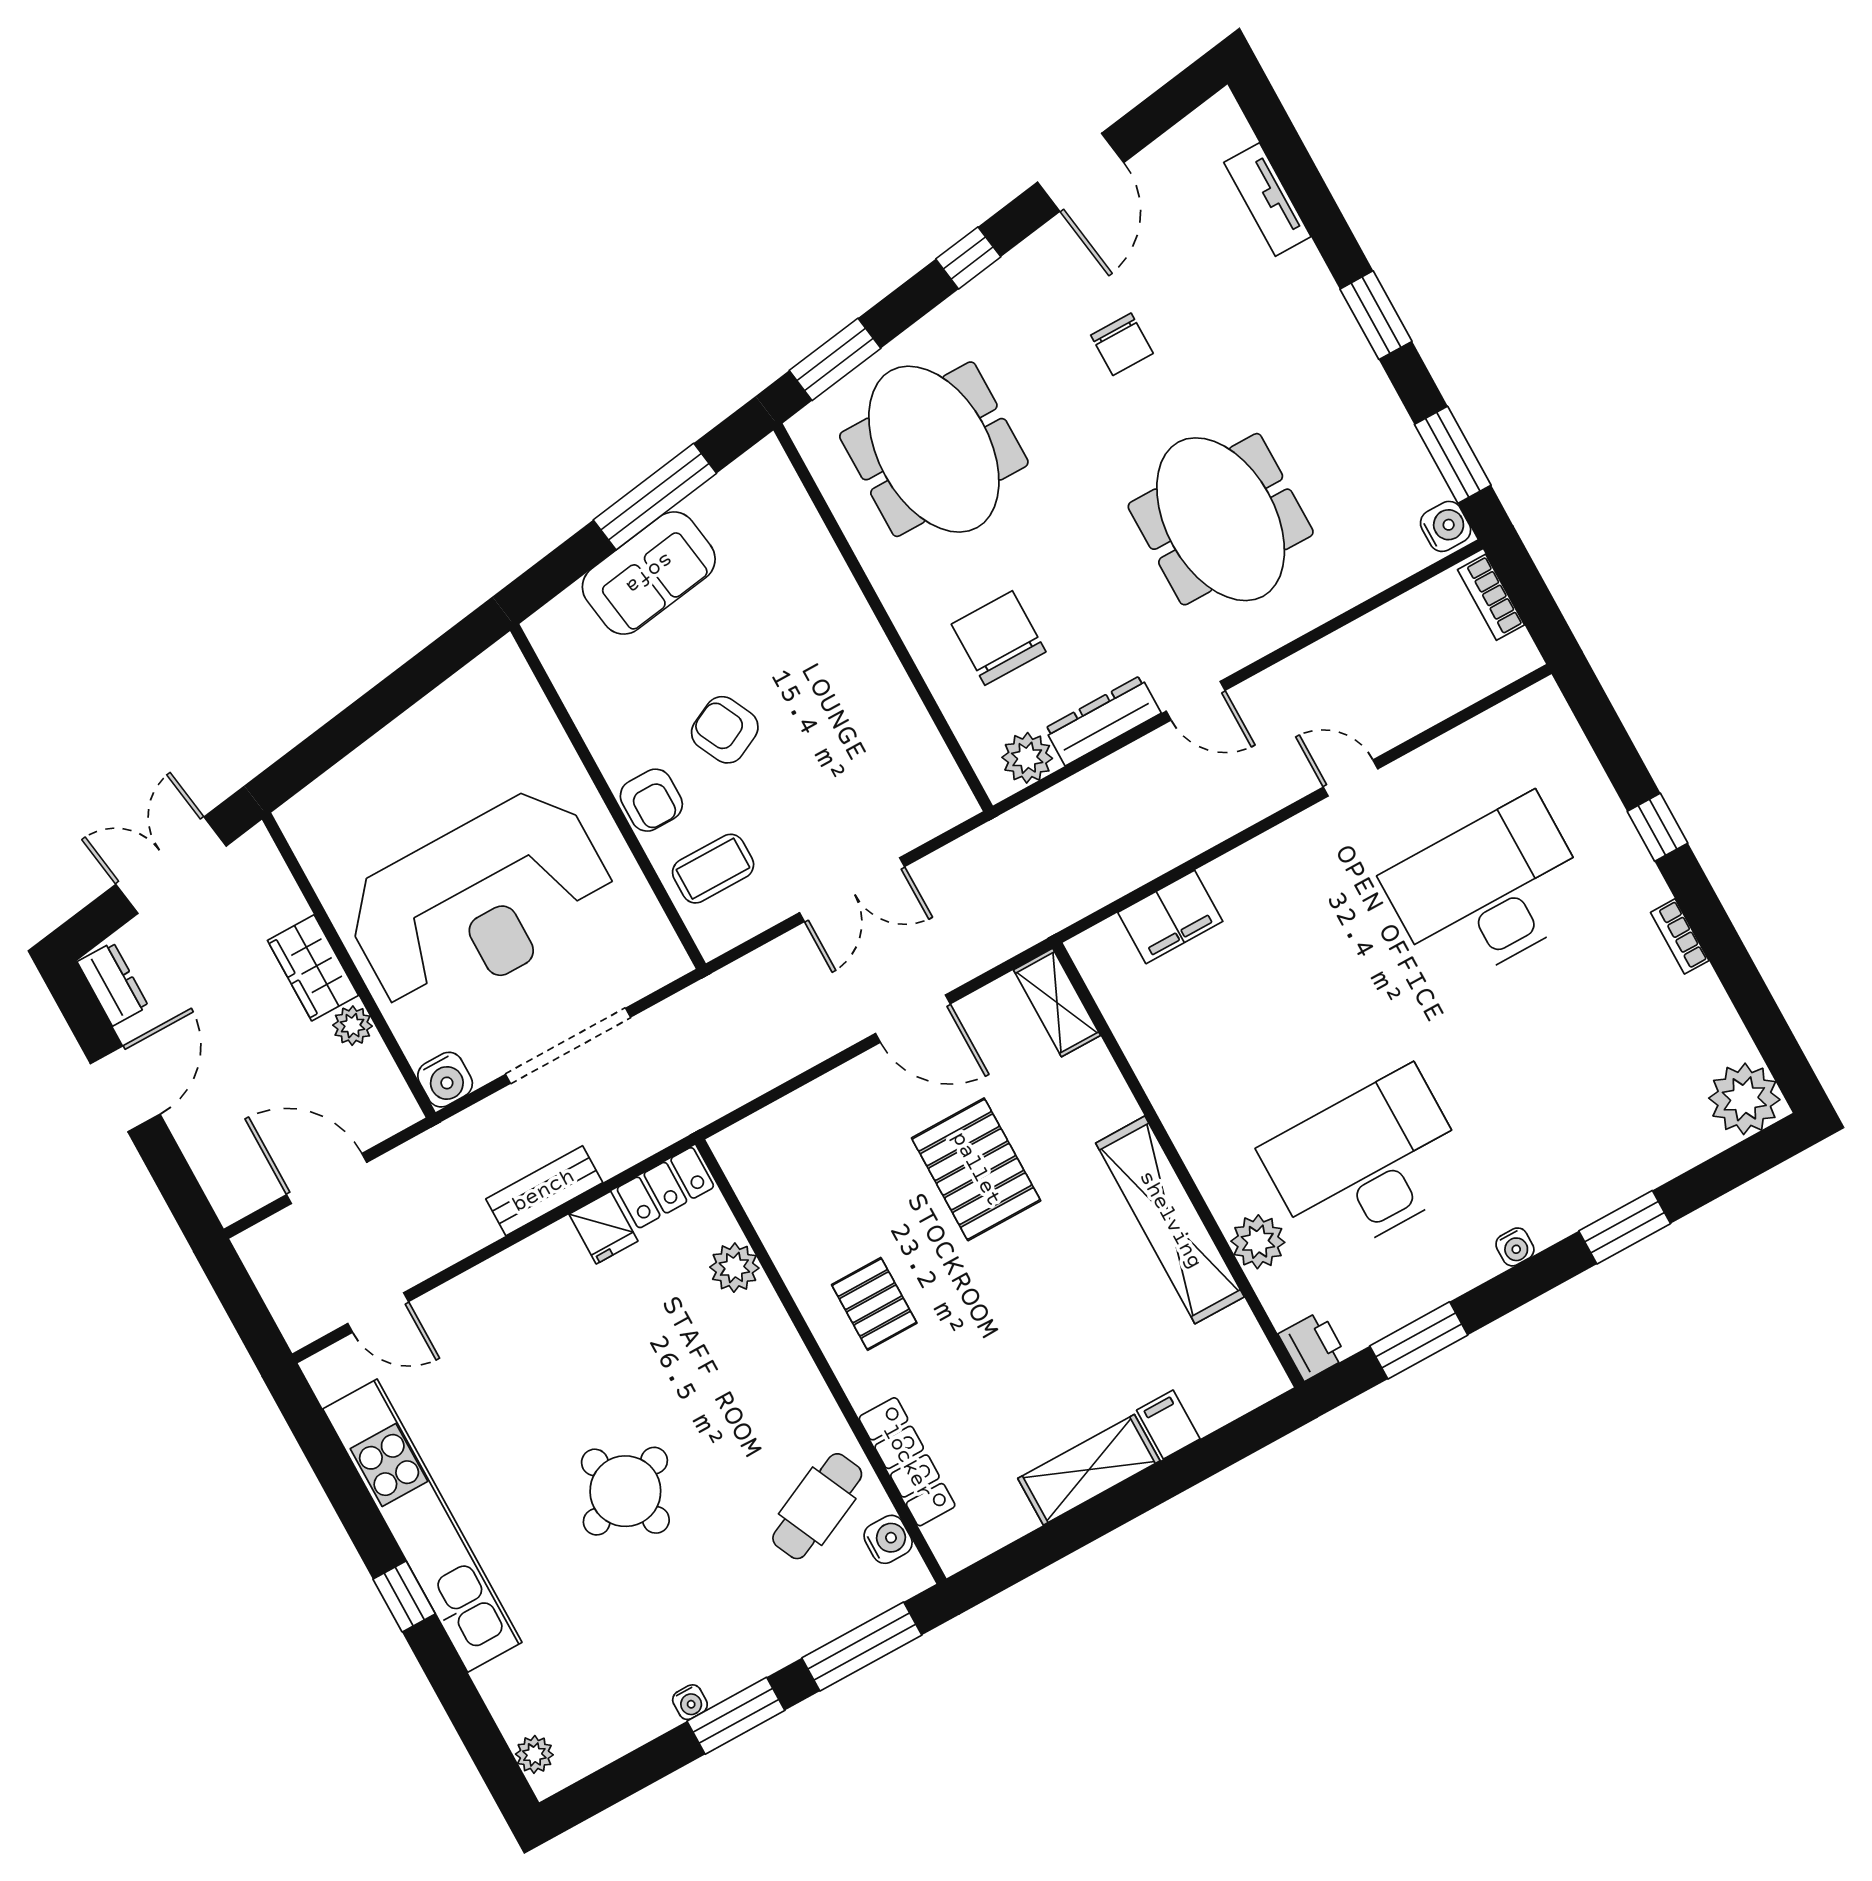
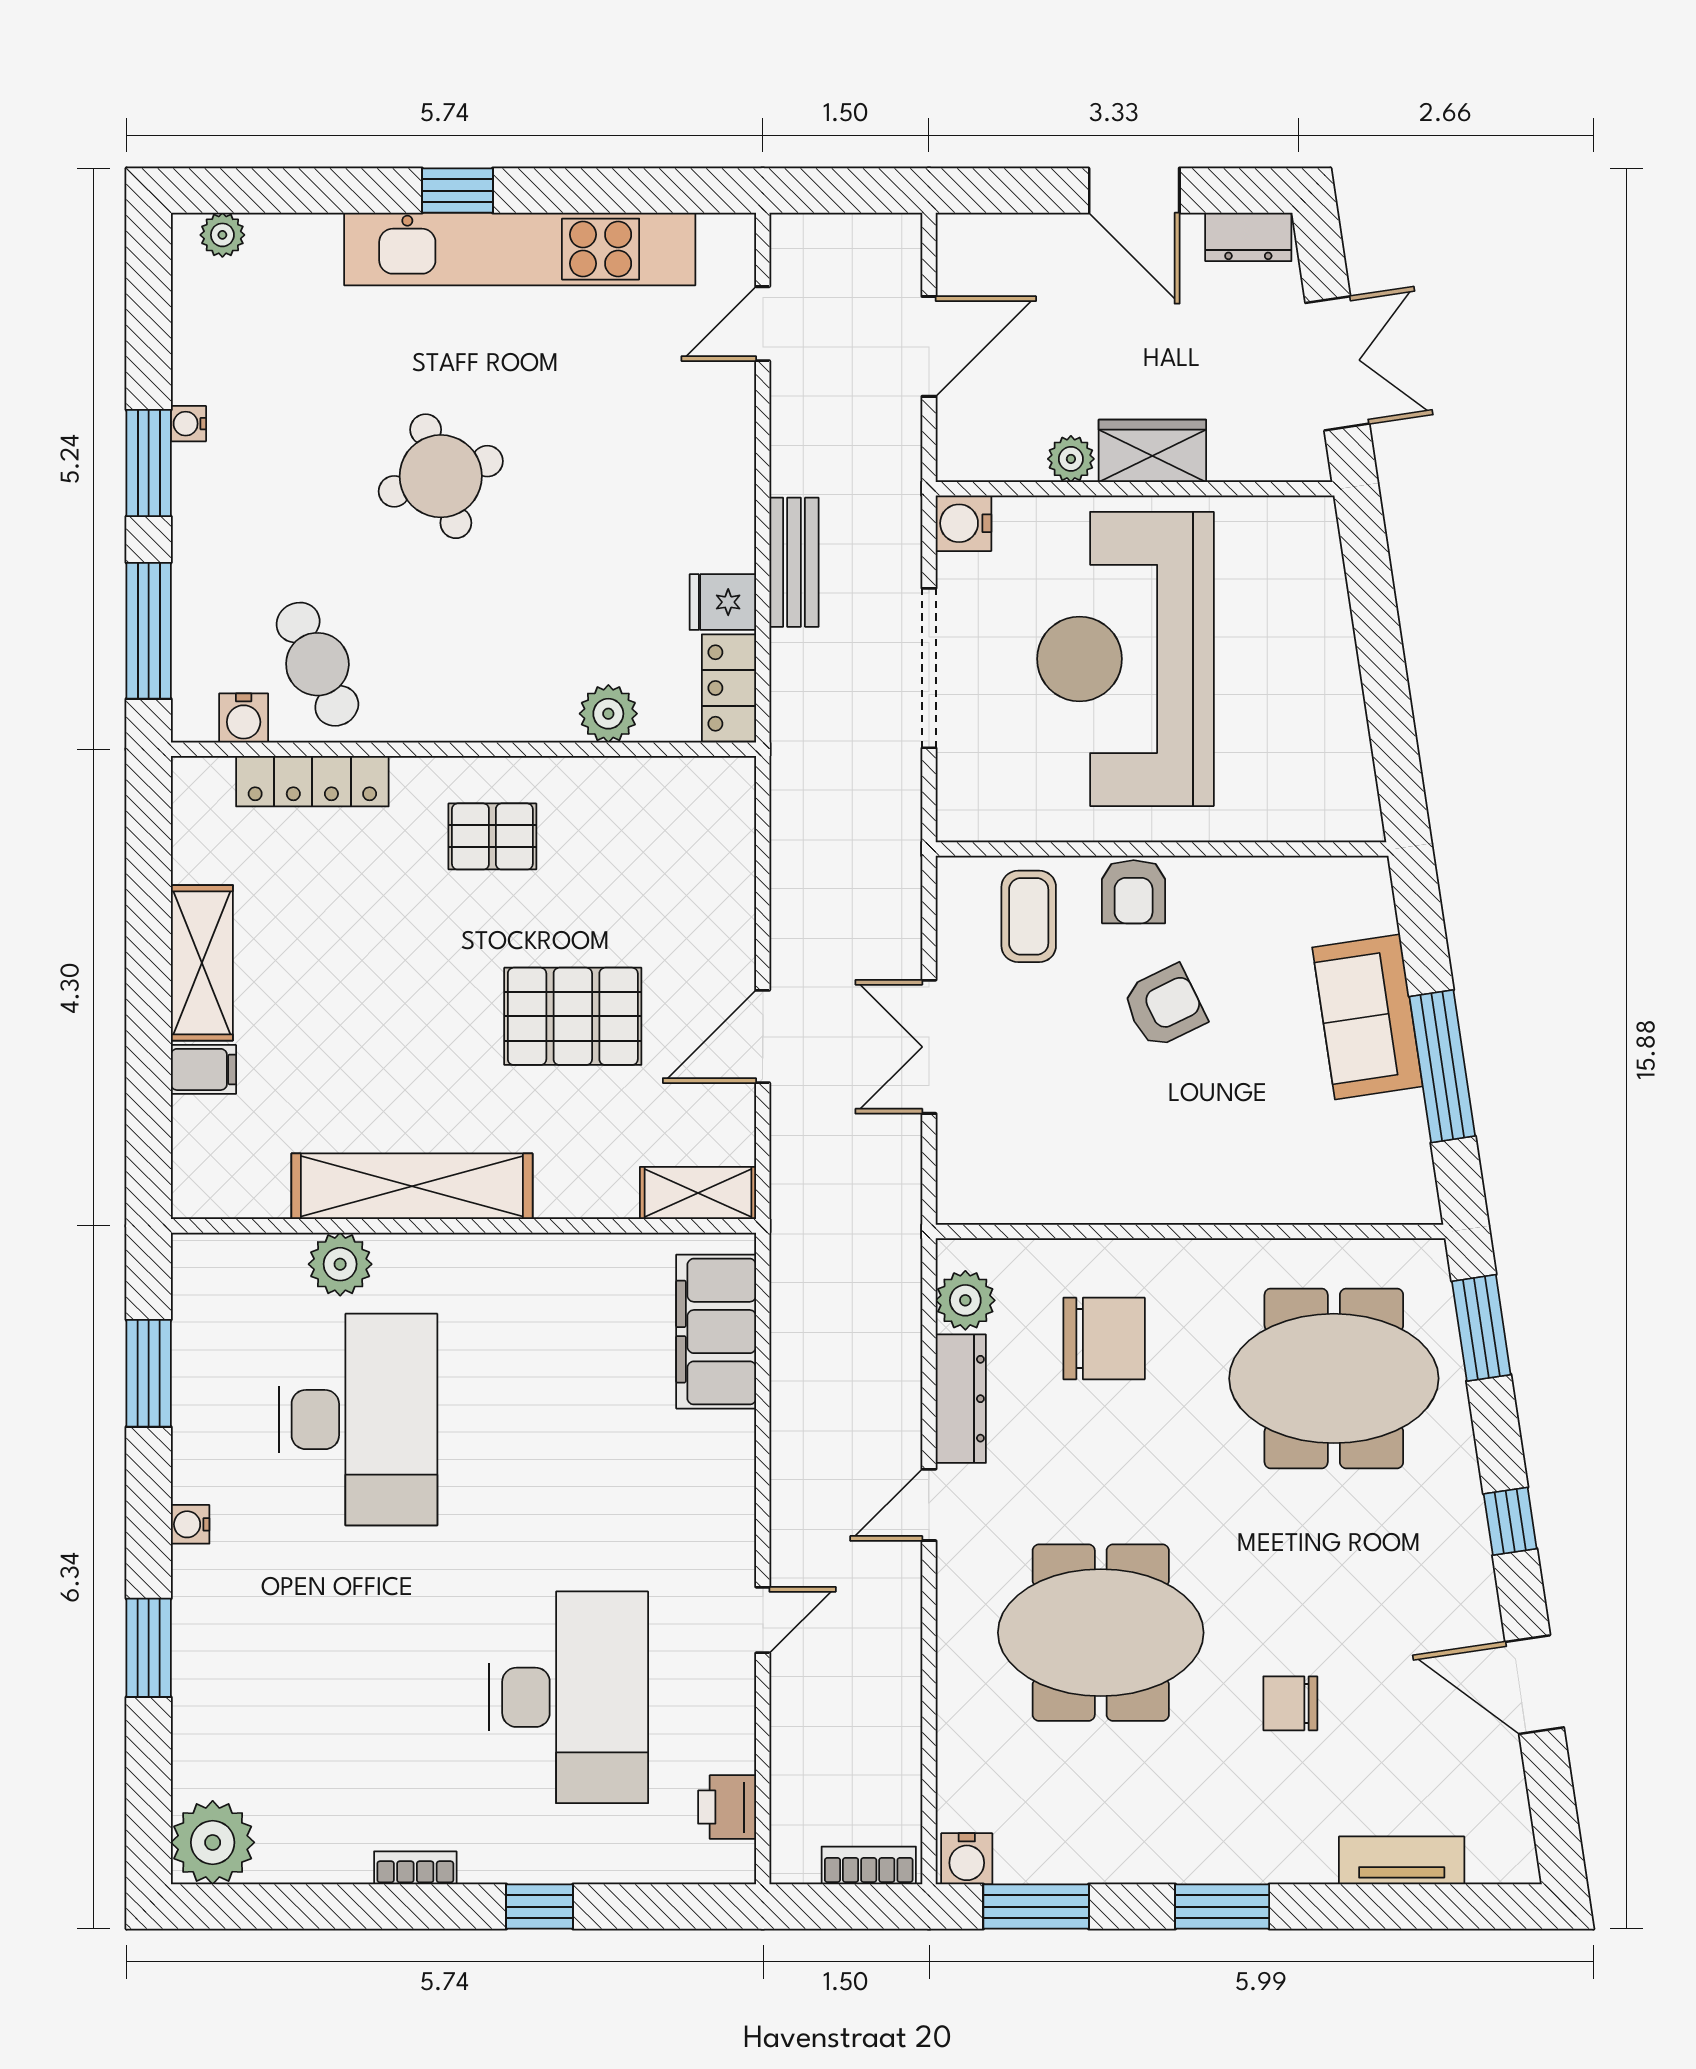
chair: (1122, 344) -> (1290, 1703), moved
armchair: (651, 800) -> (1134, 892), turned -90
filing cabinet: (1170, 917) -> (716, 1332), width x1.50, depth x1.17
printer: (1313, 1346) -> (727, 1807), moved, turned 90

